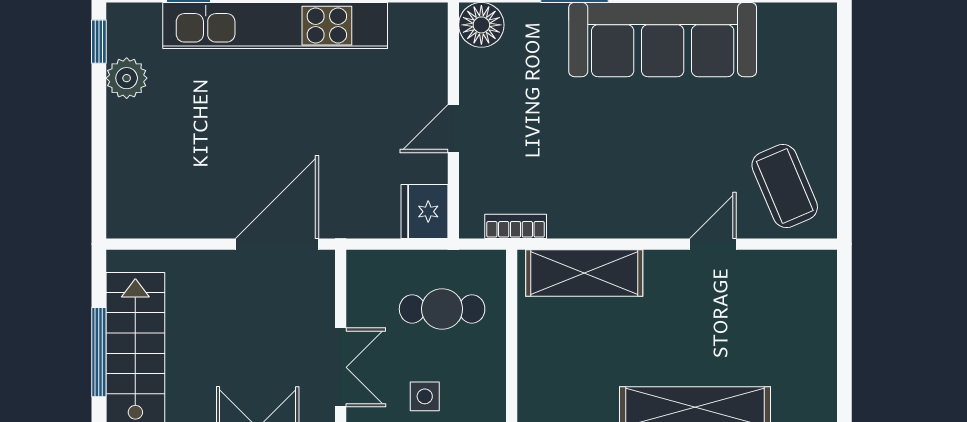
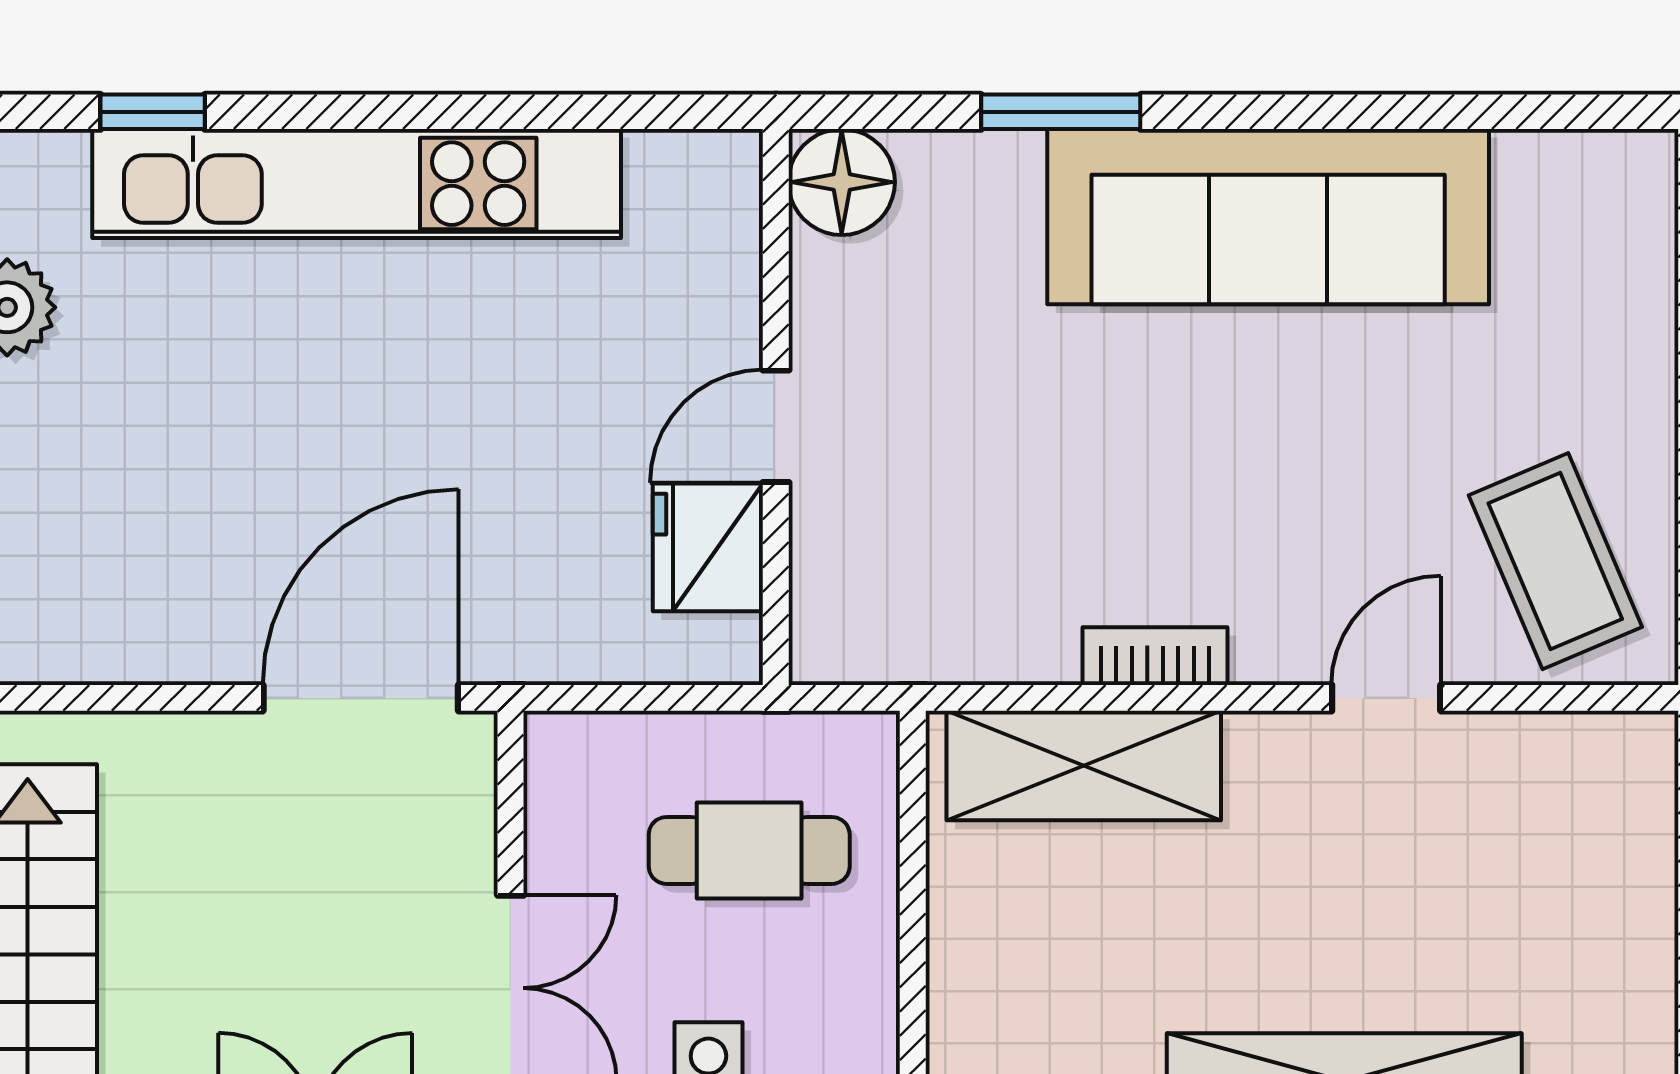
fridge: (424, 212) -> (708, 547), moved
bookcase: (516, 226) -> (1155, 656), moved

